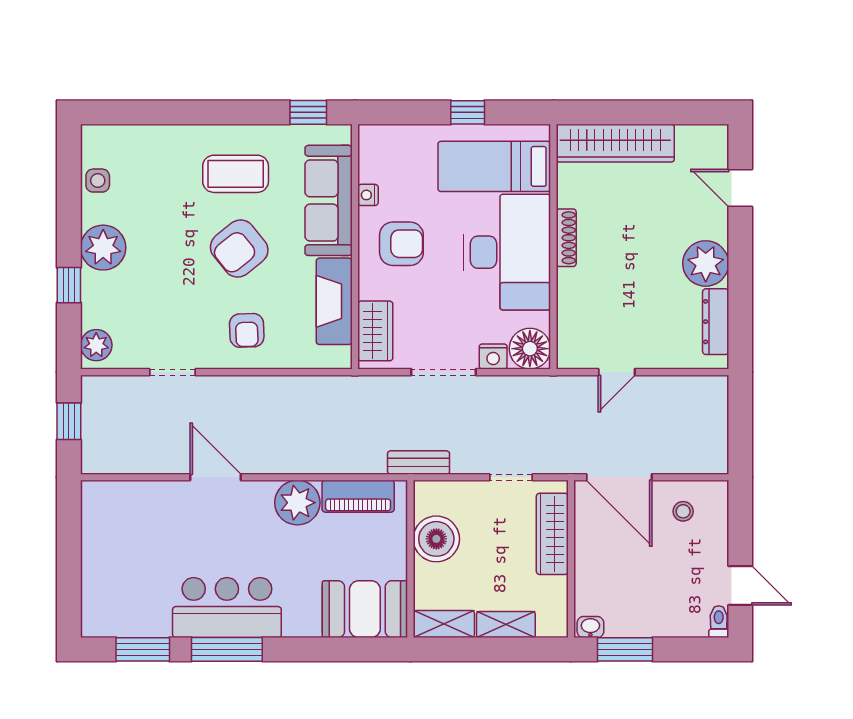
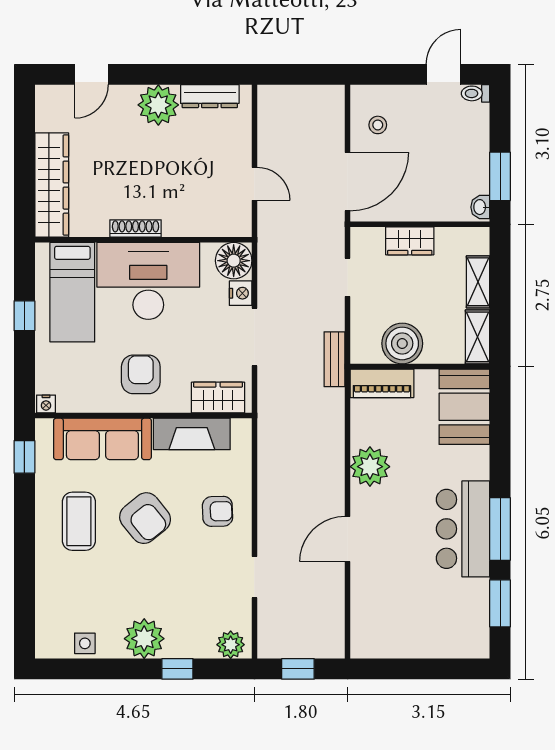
nightstand: (368, 195) -> (46, 404), moved
piano: (358, 496) -> (382, 383), moved, turned 90
wardrobe: (552, 534) -> (410, 241), width x0.67

